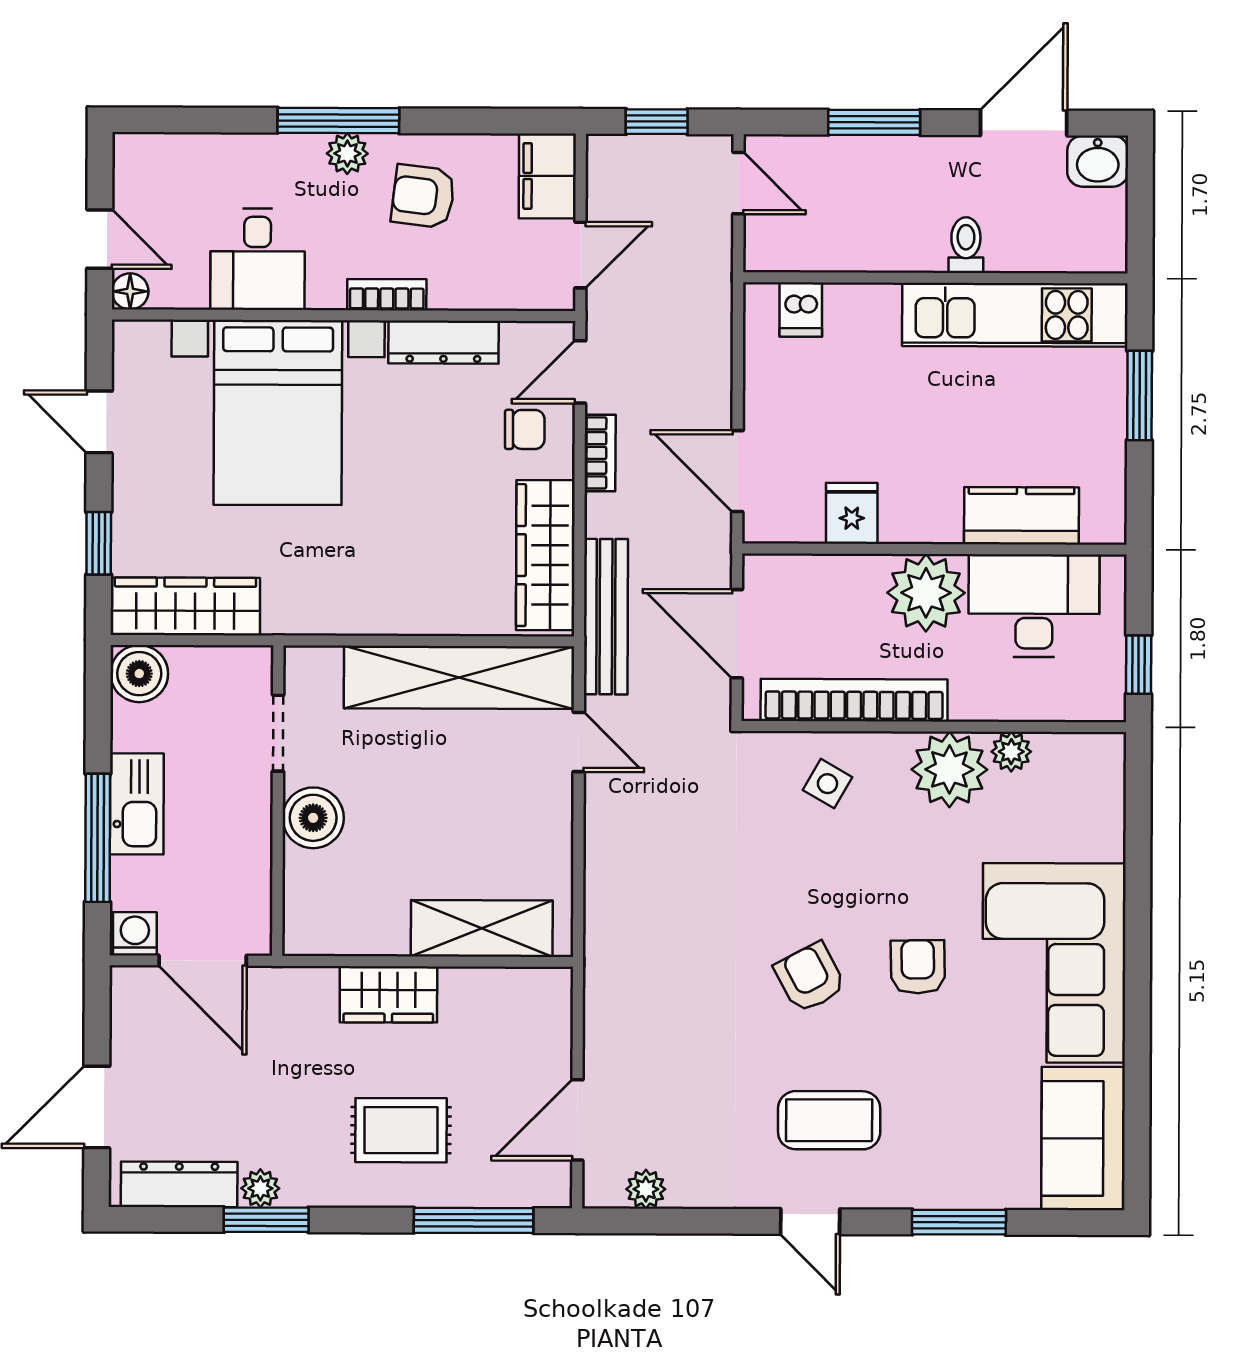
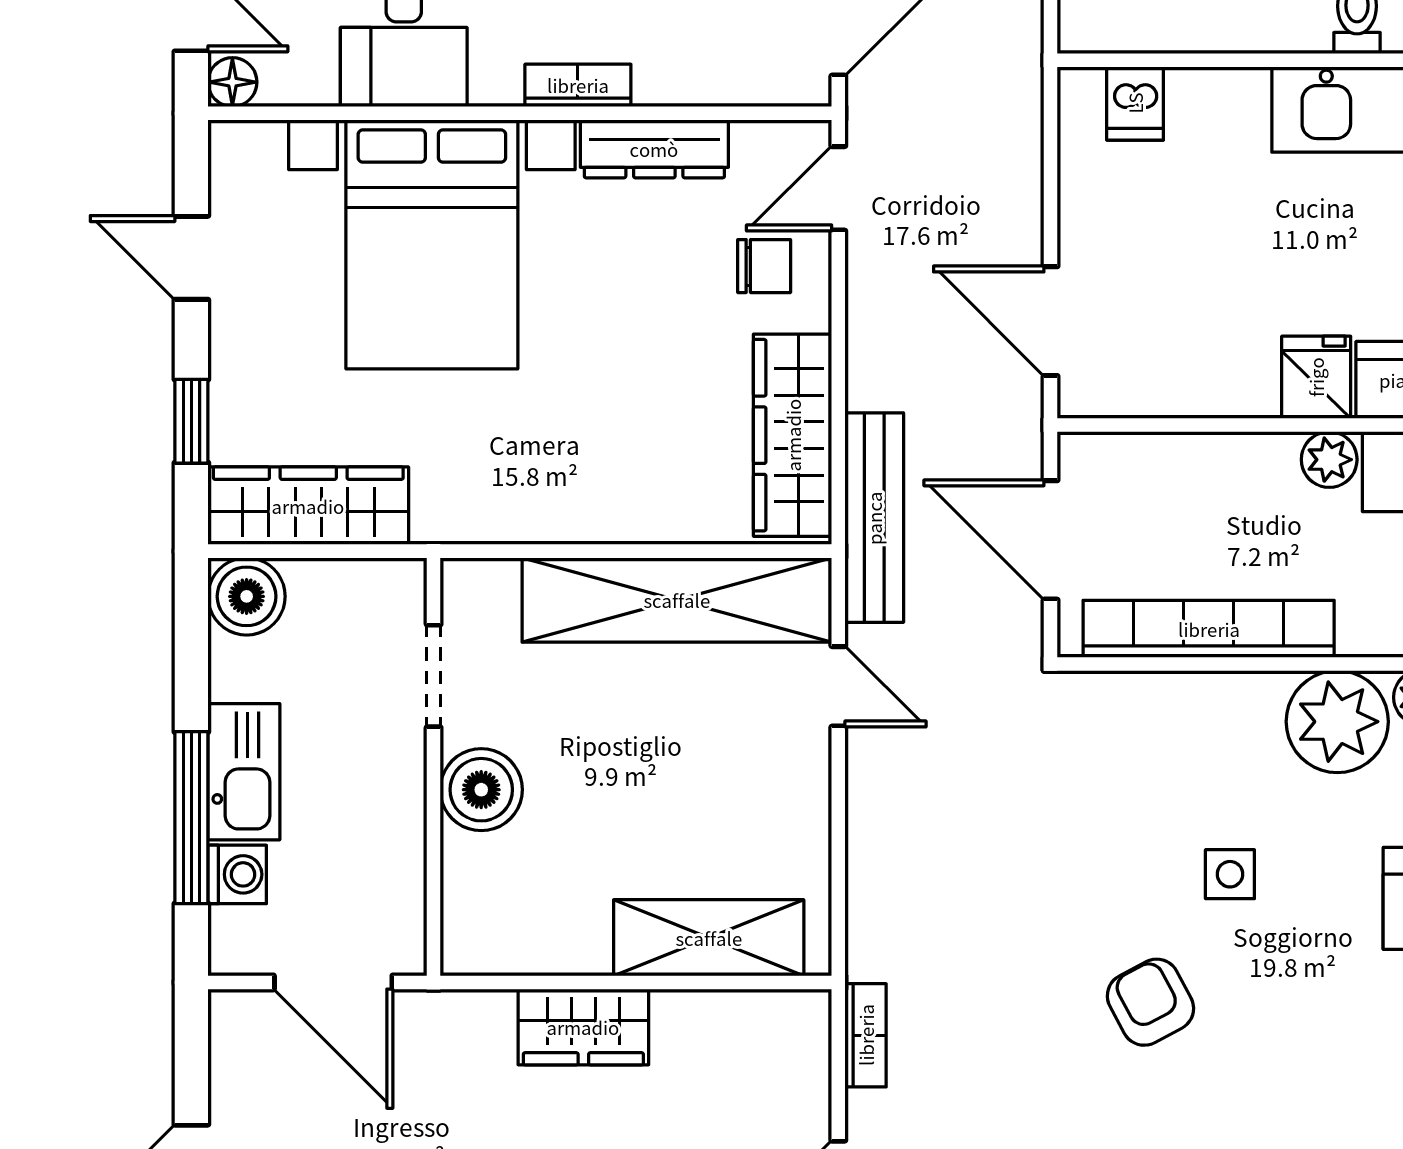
bookcase: (600, 453) -> (866, 1035), moved
fridge: (852, 513) -> (1316, 377), moved
plant: (926, 593) -> (1329, 460), width x0.53, depth x0.53
side table: (827, 784) -> (1230, 874), moved, turned -30
washing machine: (135, 934) -> (237, 874), moved, turned 90
armchair: (918, 967) -> (1296, 987), removed

